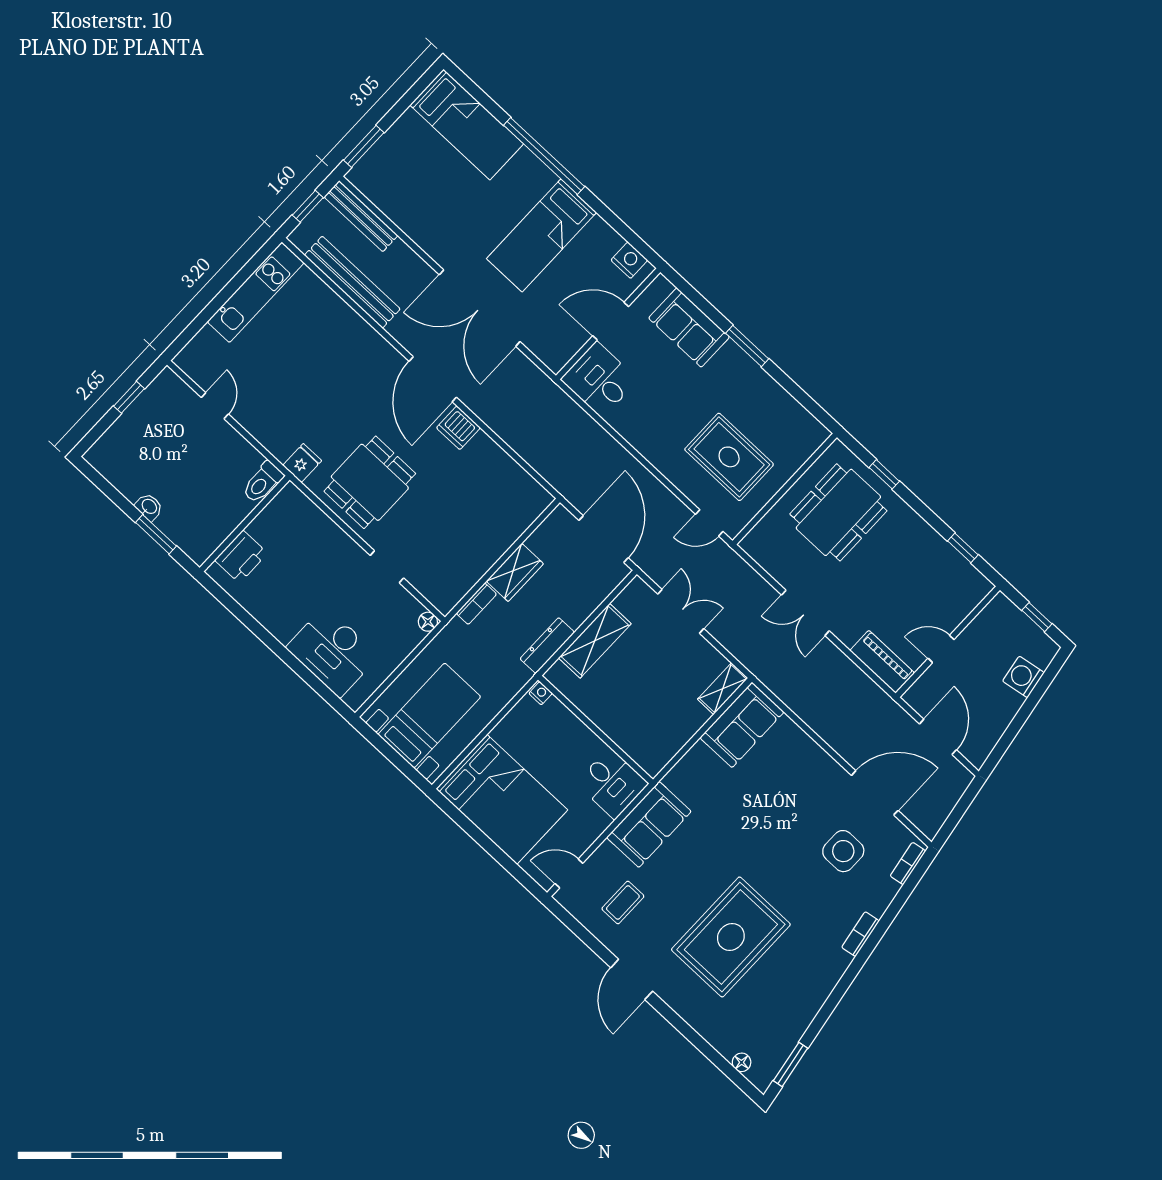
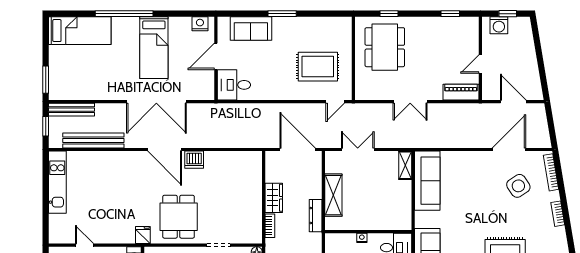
washing machine: (1023, 677) -> (499, 25), moved, turned -81
nightstand: (541, 693) -> (362, 238), moved
sofa: (742, 725) -> (427, 181), width x1.36
side table: (843, 851) -> (518, 186), turned -34
bookcase: (908, 863) -> (551, 172), width x1.56

